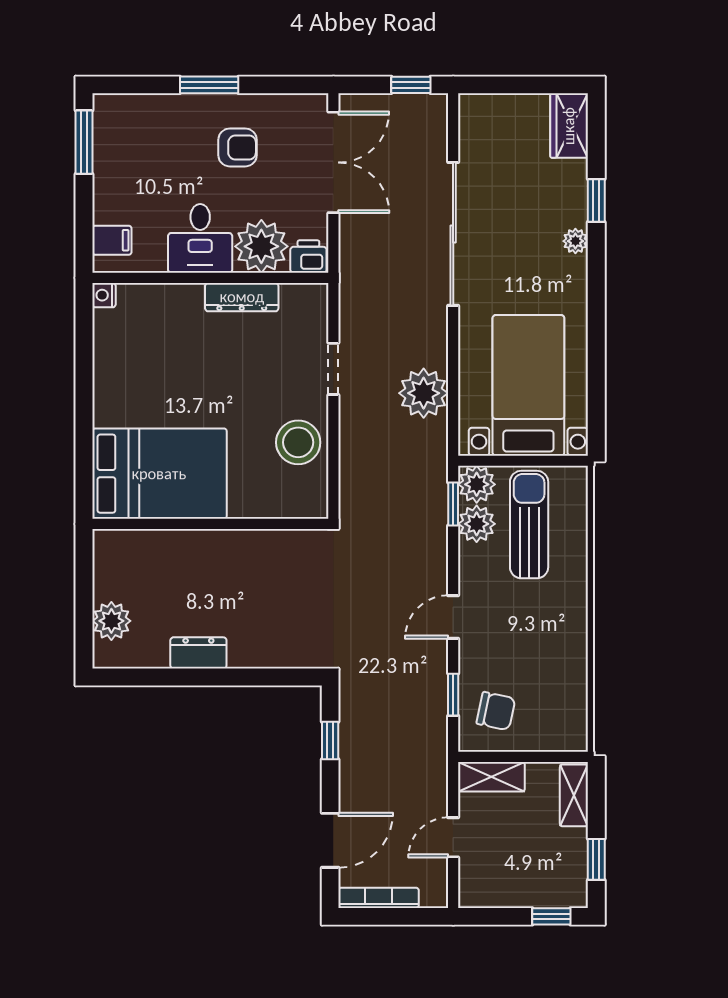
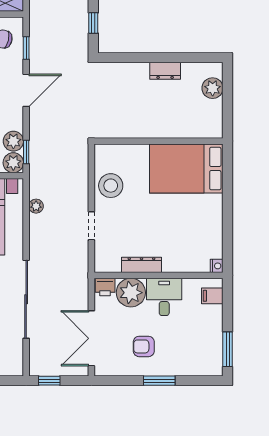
plant: (424, 393) -> (36, 206), width x0.53, depth x0.53
door: (453, 617) -> (26, 90), width x1.38

